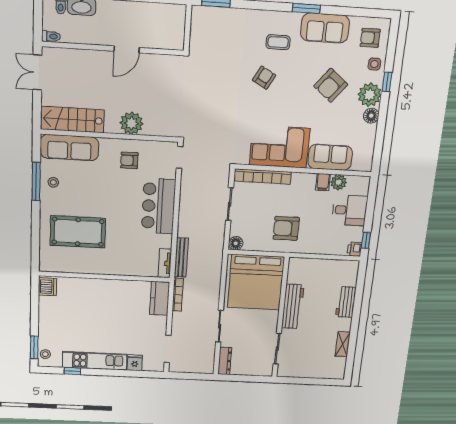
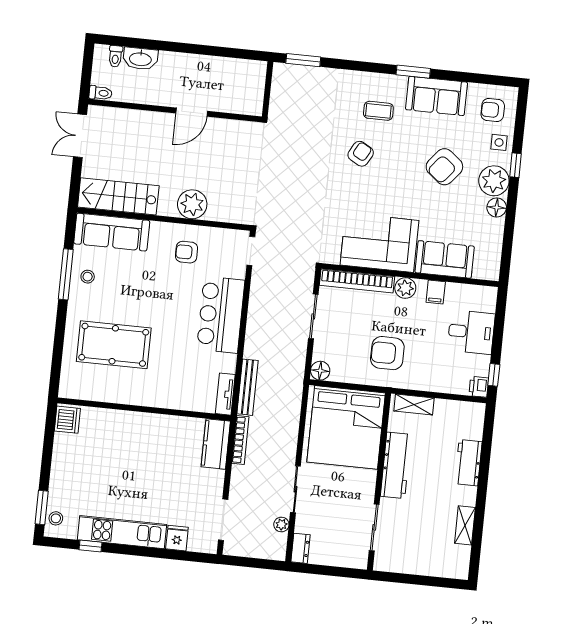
plant: (339, 182) -> (405, 288), moved
shelving: (306, 264) -> (414, 404), added
plant: (210, 350) -> (281, 525), added
dresser: (225, 361) -> (300, 548), width x0.70

